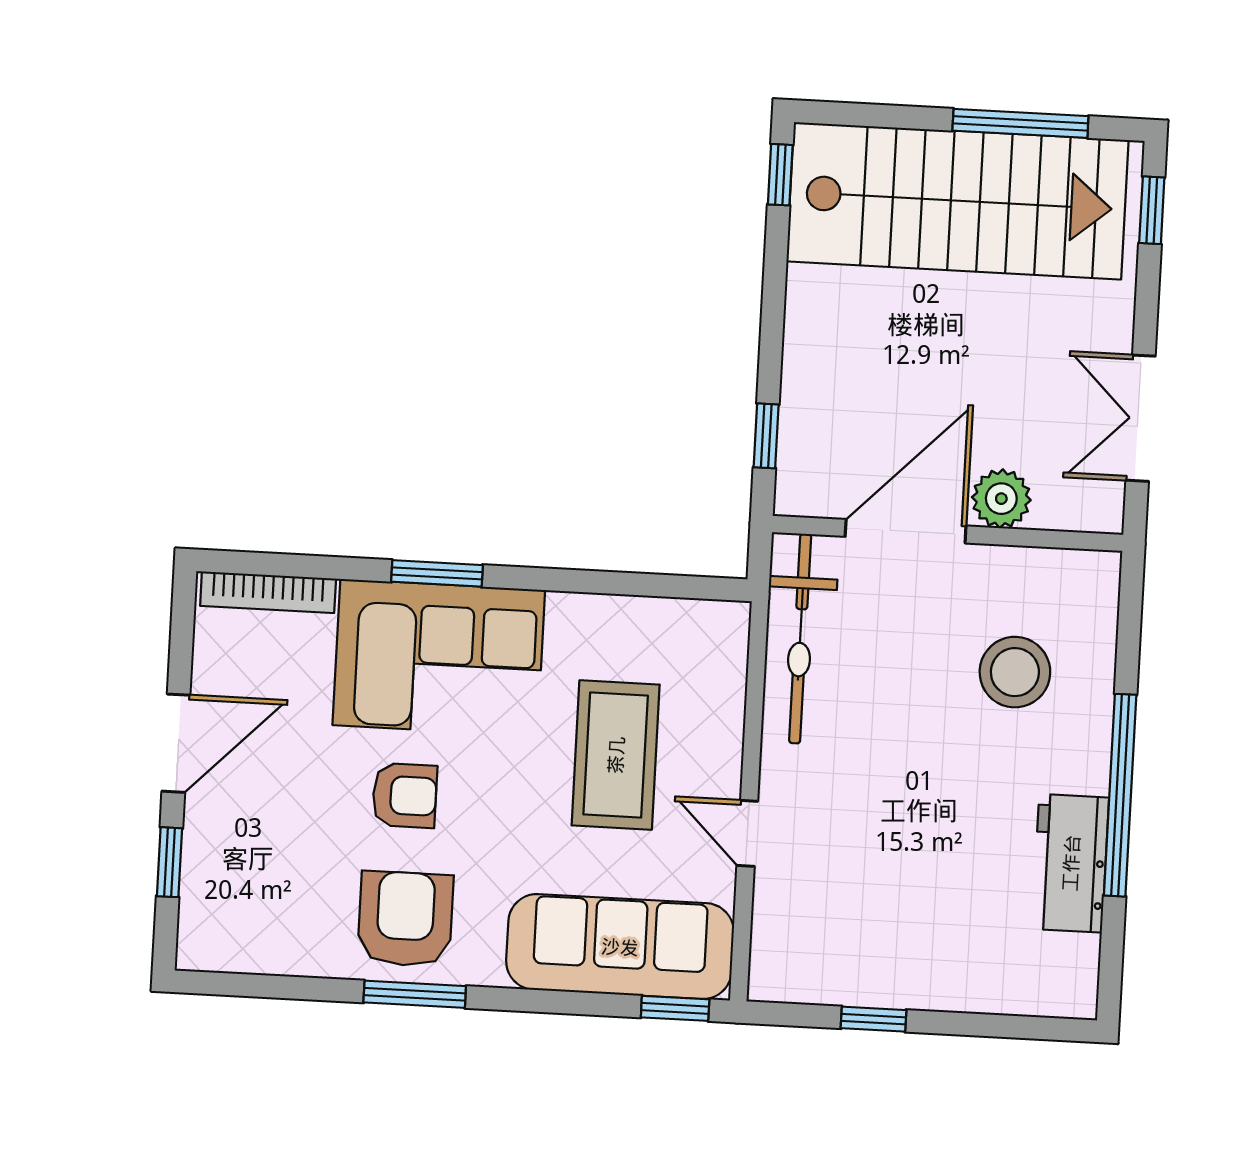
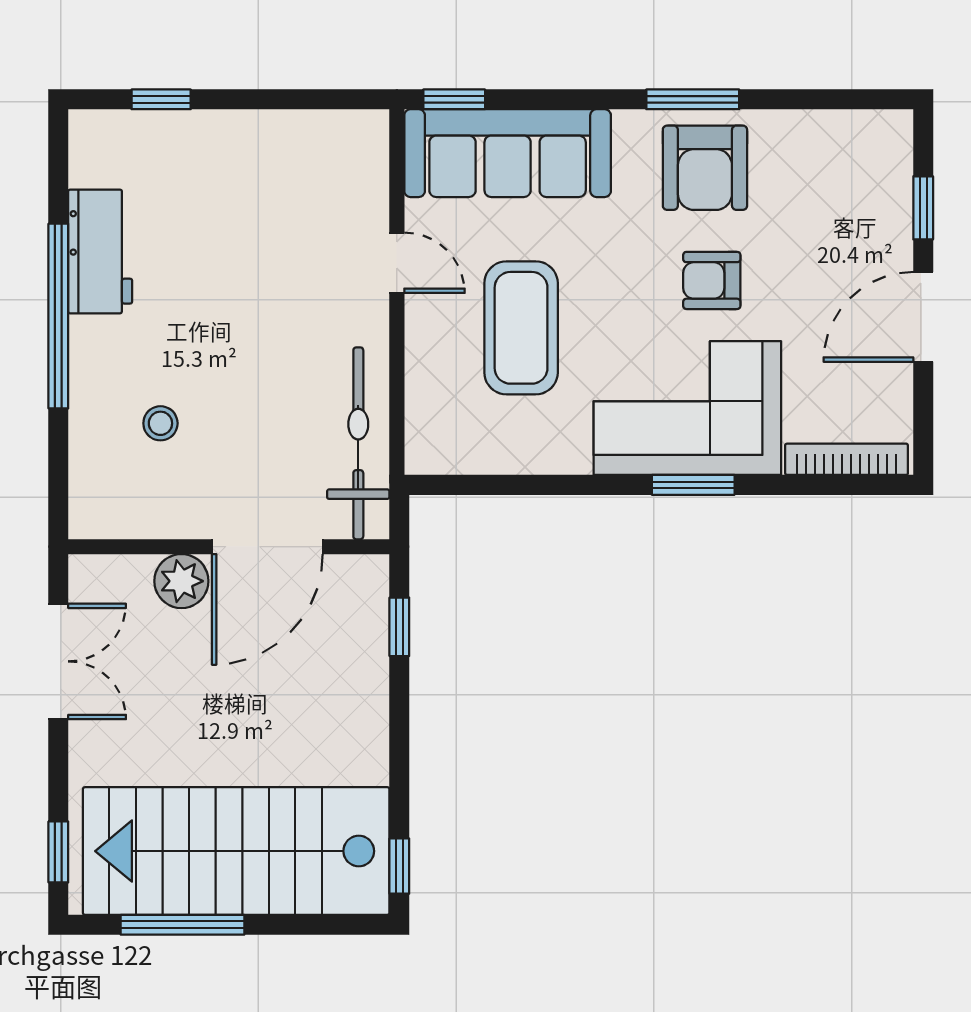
stool: (1015, 672) -> (160, 423), width x0.53, depth x0.53
window: (874, 1019) -> (161, 99), moved

